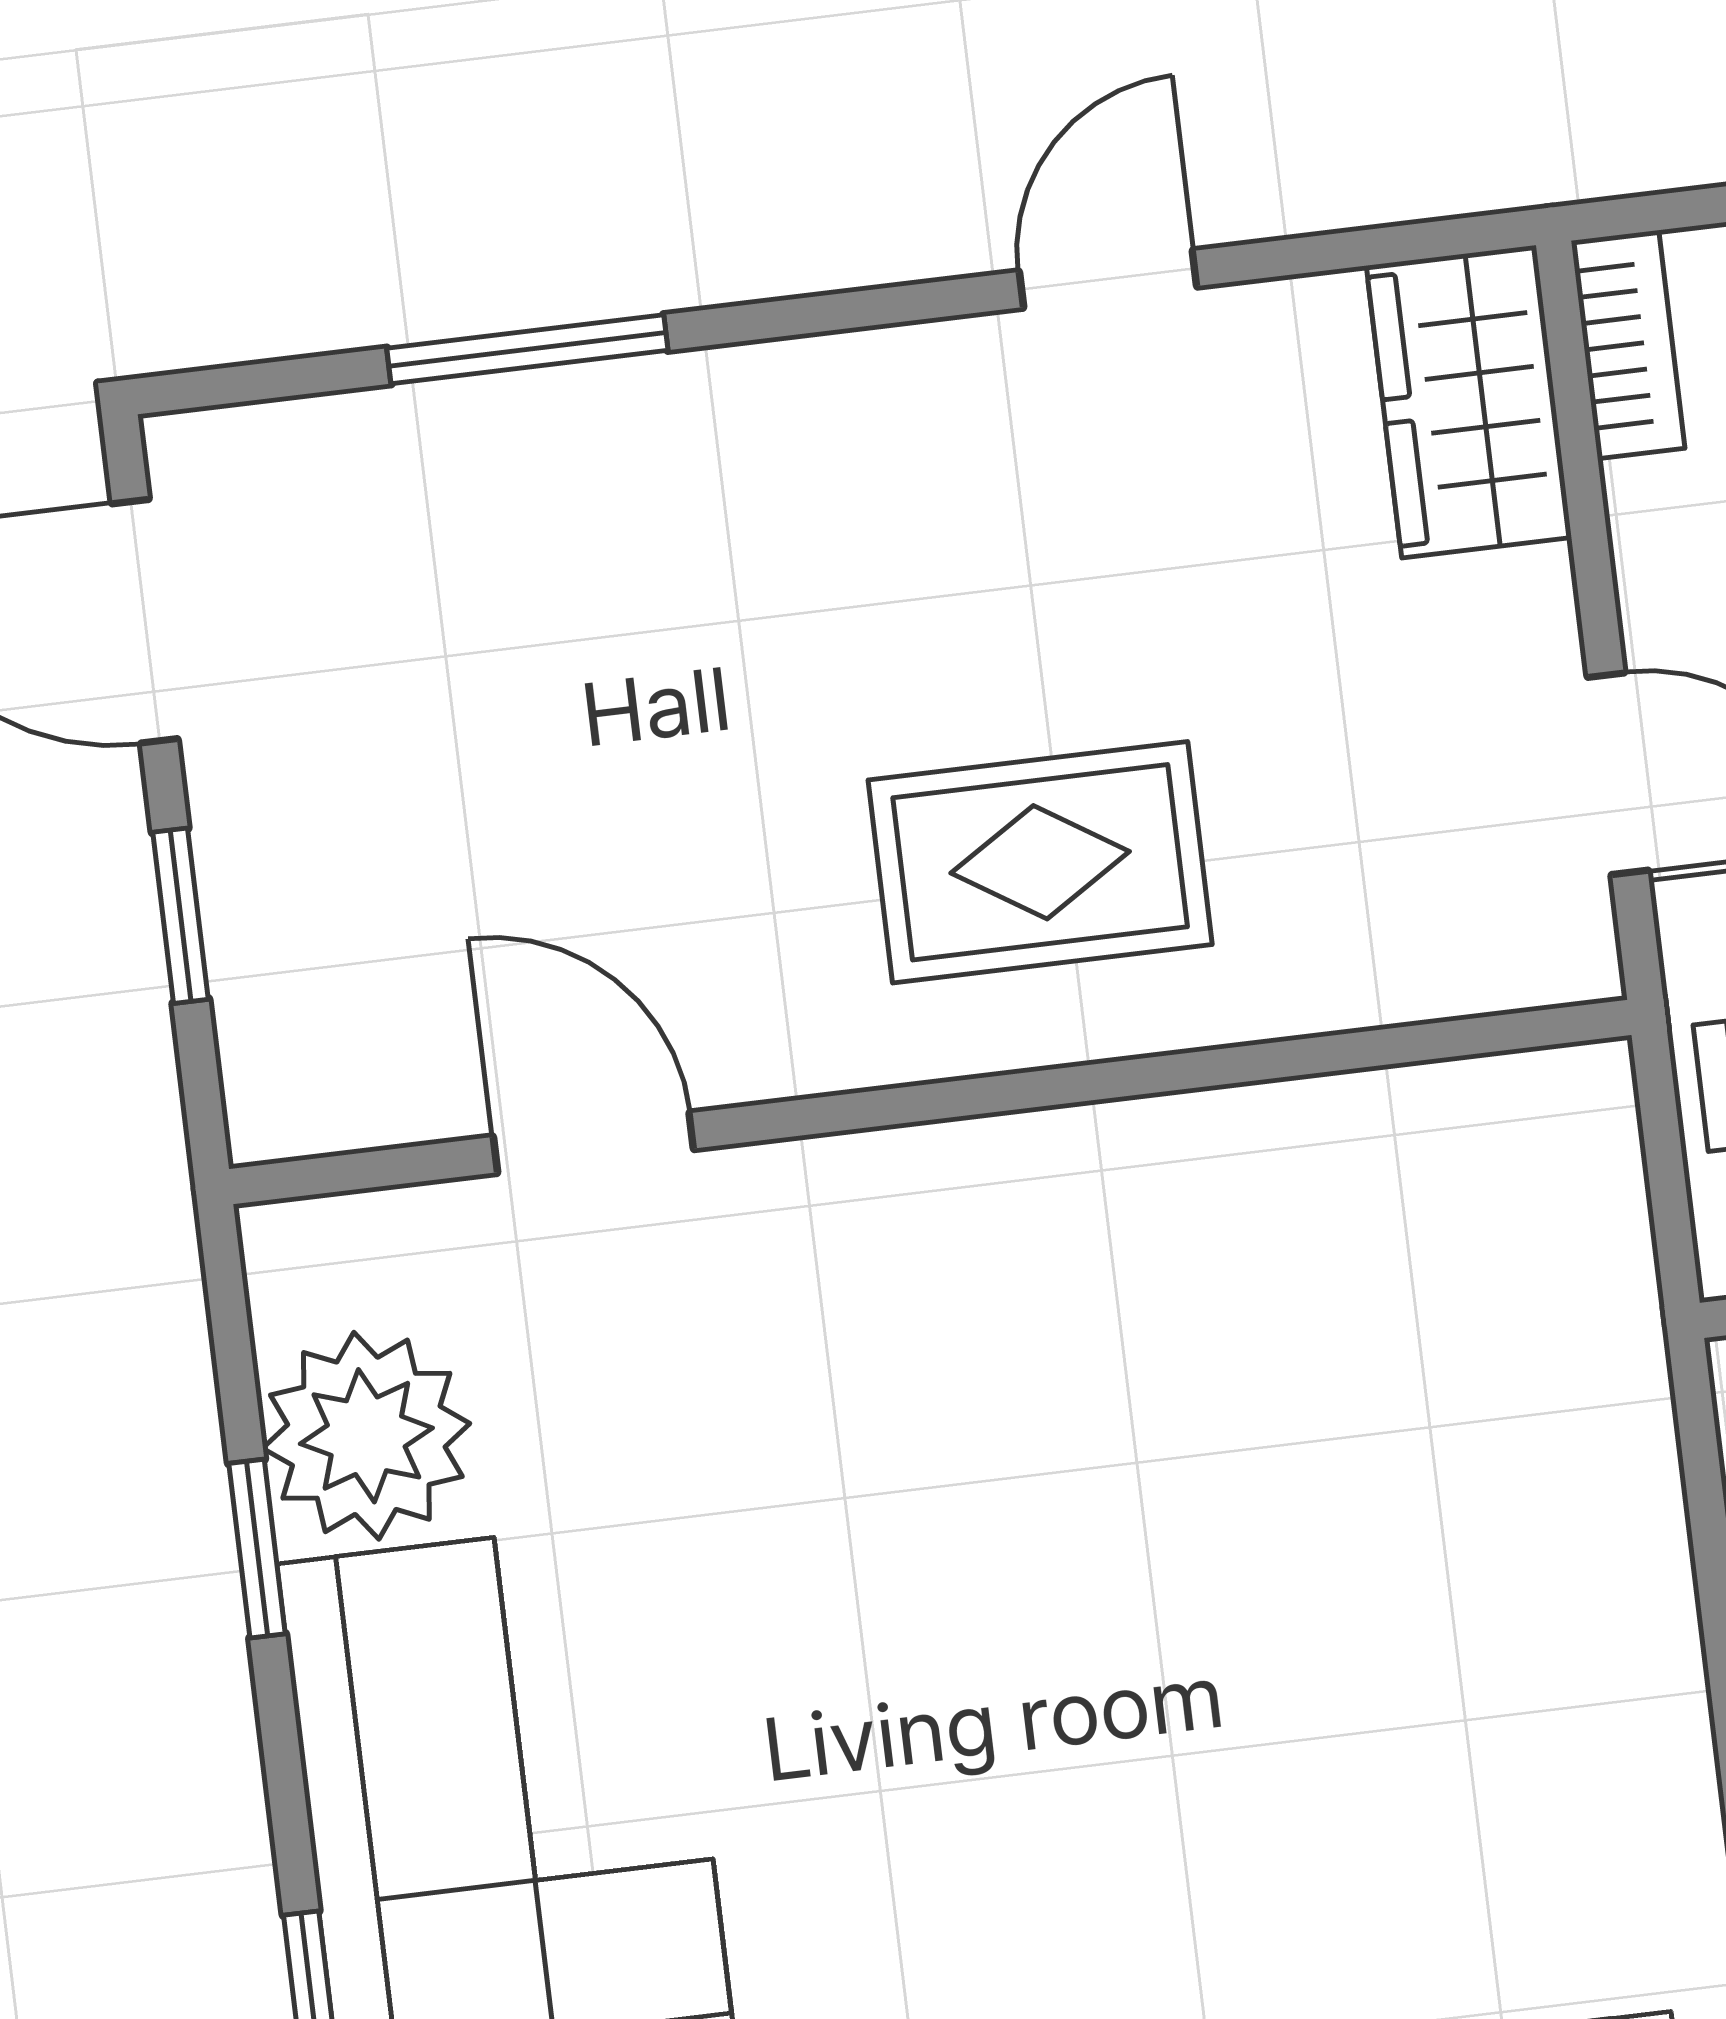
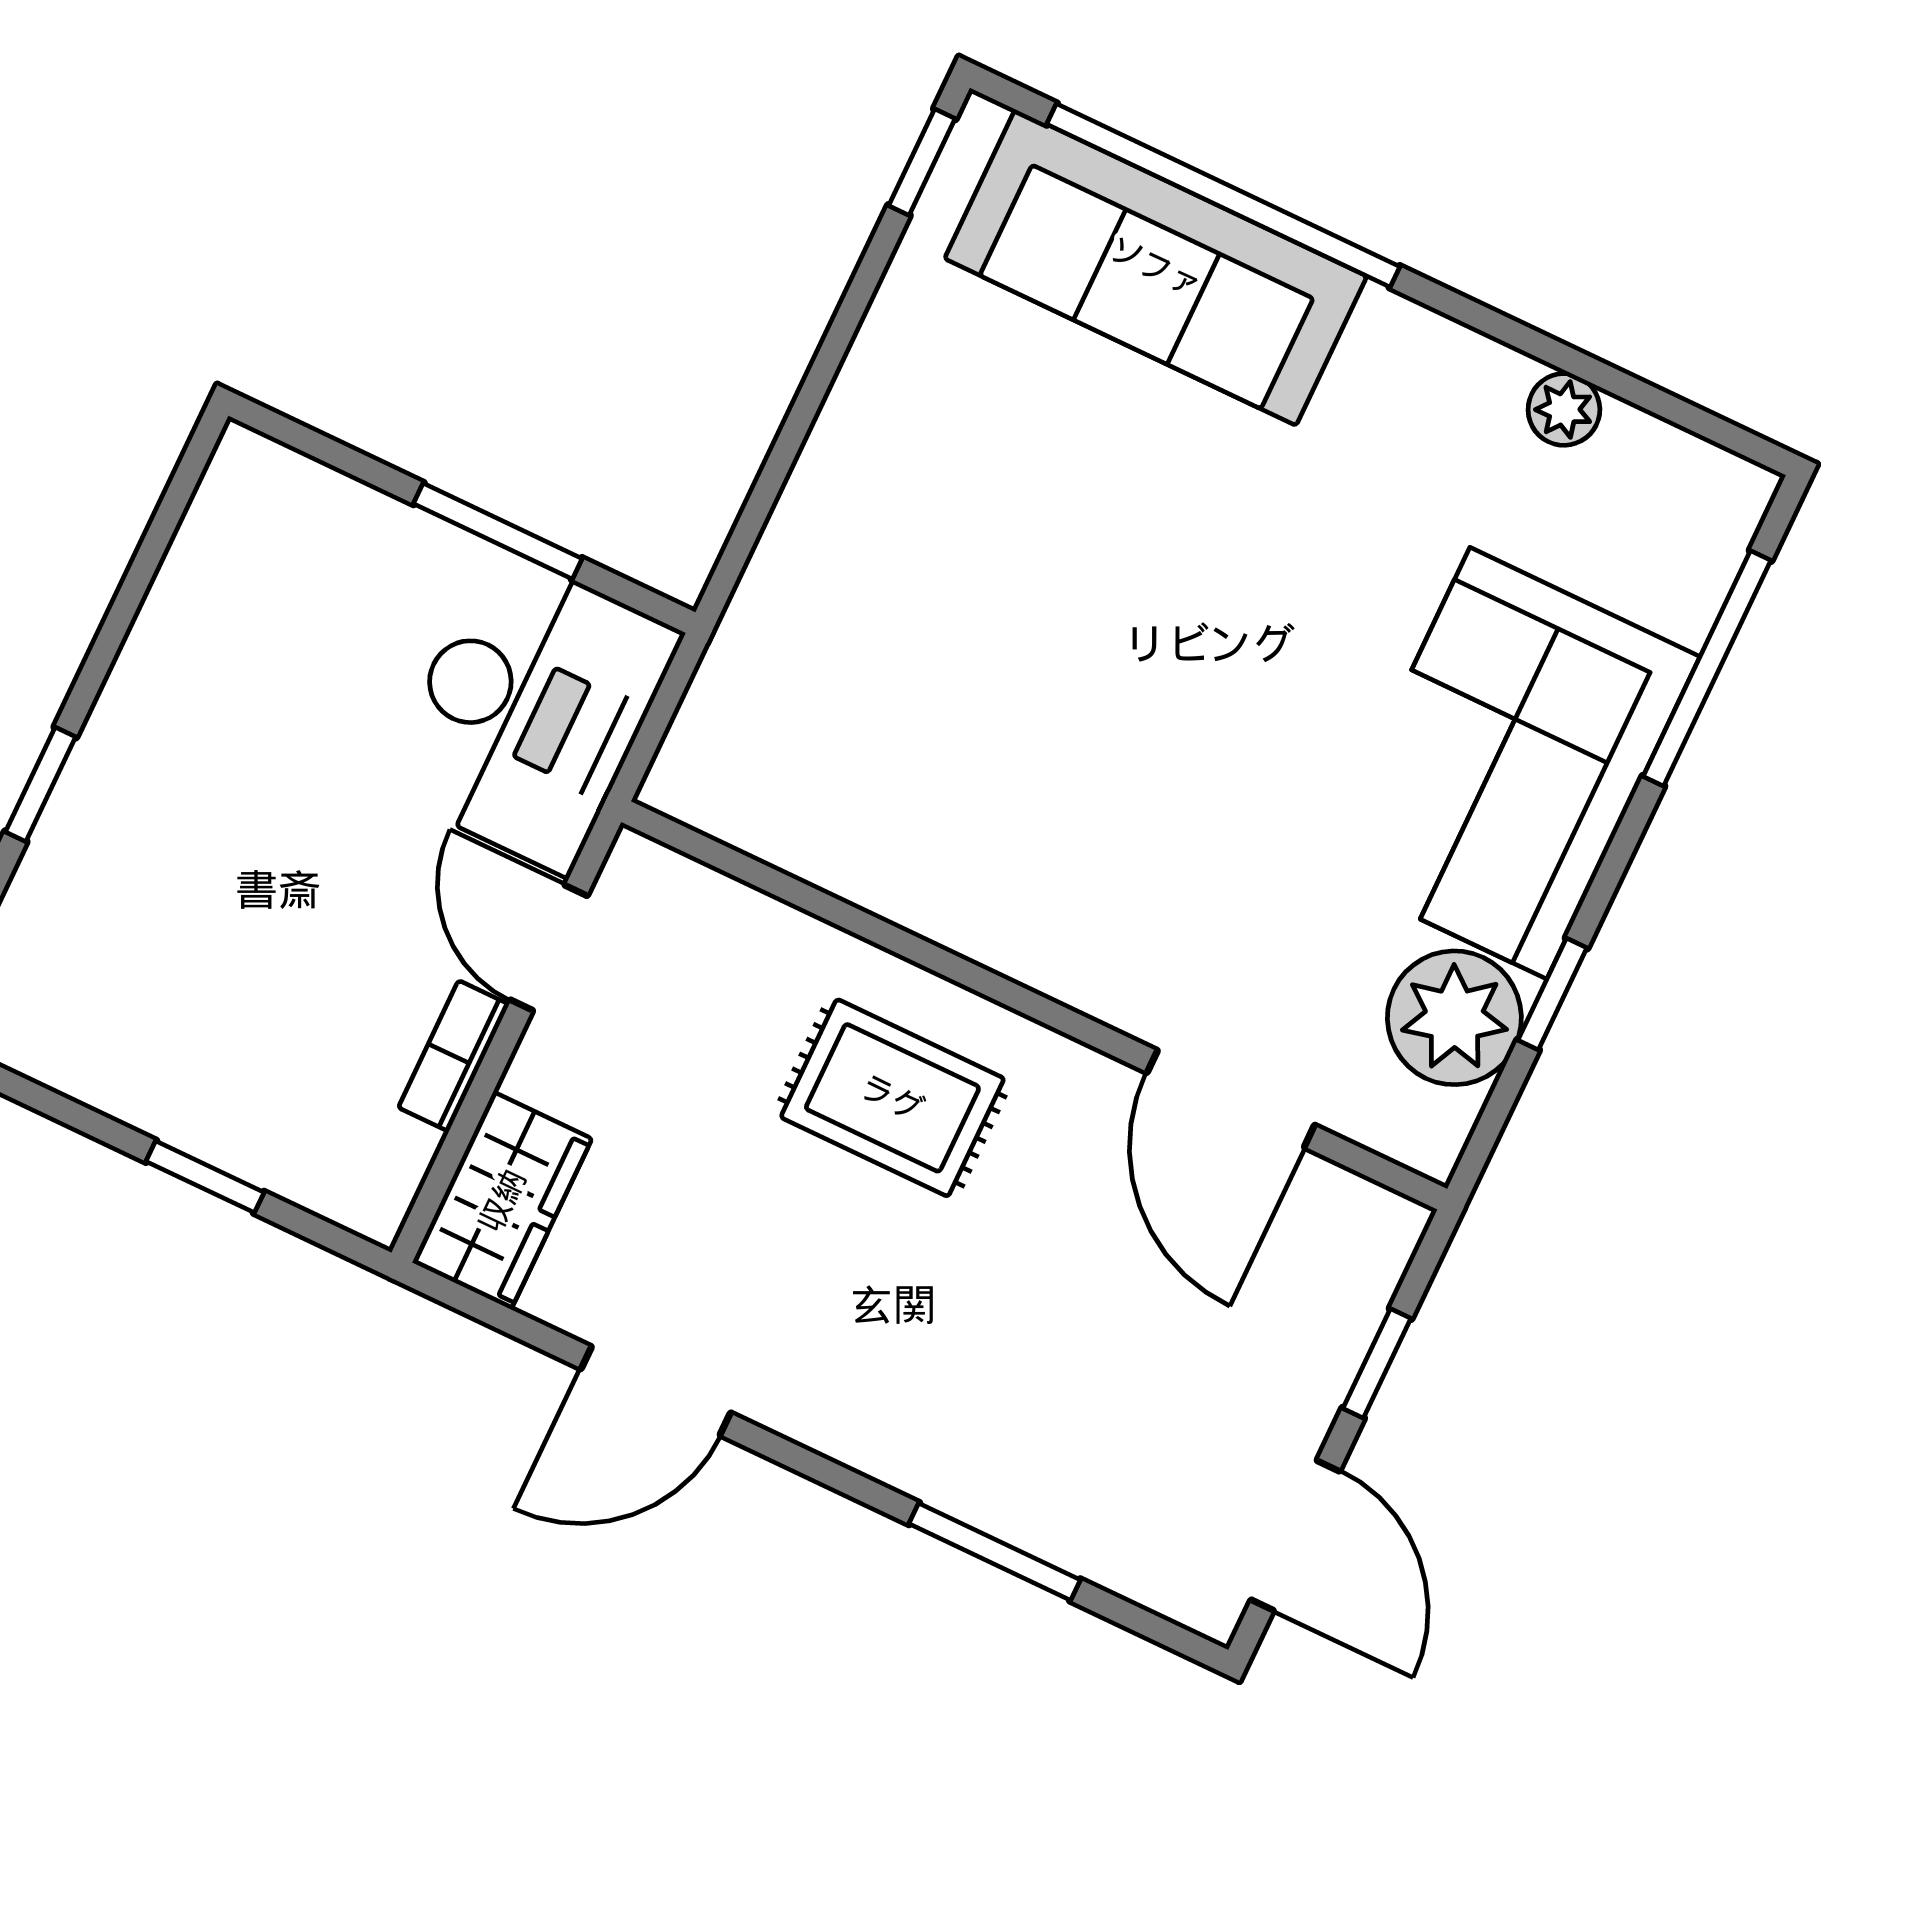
door: (1108, 279) -> (656, 1391), width x1.38
bookcase: (1628, 345) -> (454, 1056), moved
door: (593, 1143) -> (1231, 1099), width x1.38

